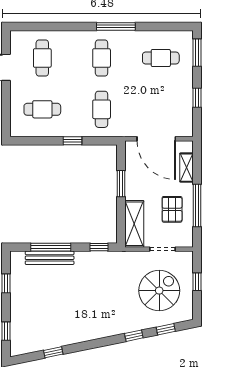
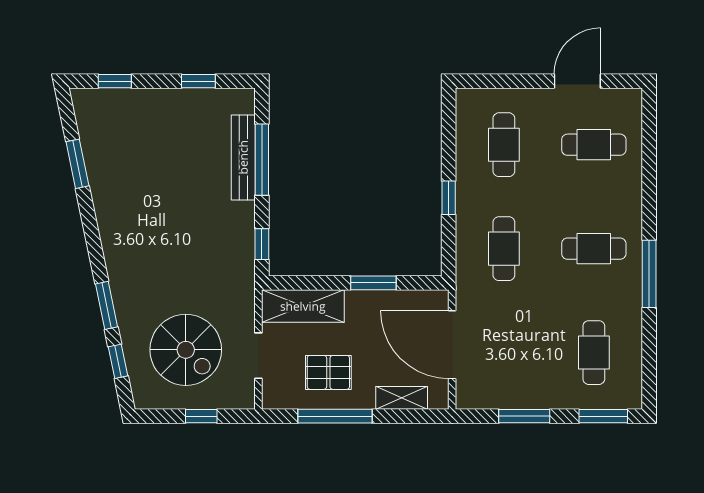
window: (197, 98) -> (524, 416), width x1.50
cafe table: (102, 109) -> (504, 249), turned 90
door: (156, 139) -> (452, 345), hinge flipped
window: (134, 336) -> (106, 305), width x1.50
window: (53, 352) -> (77, 164), width x1.50

